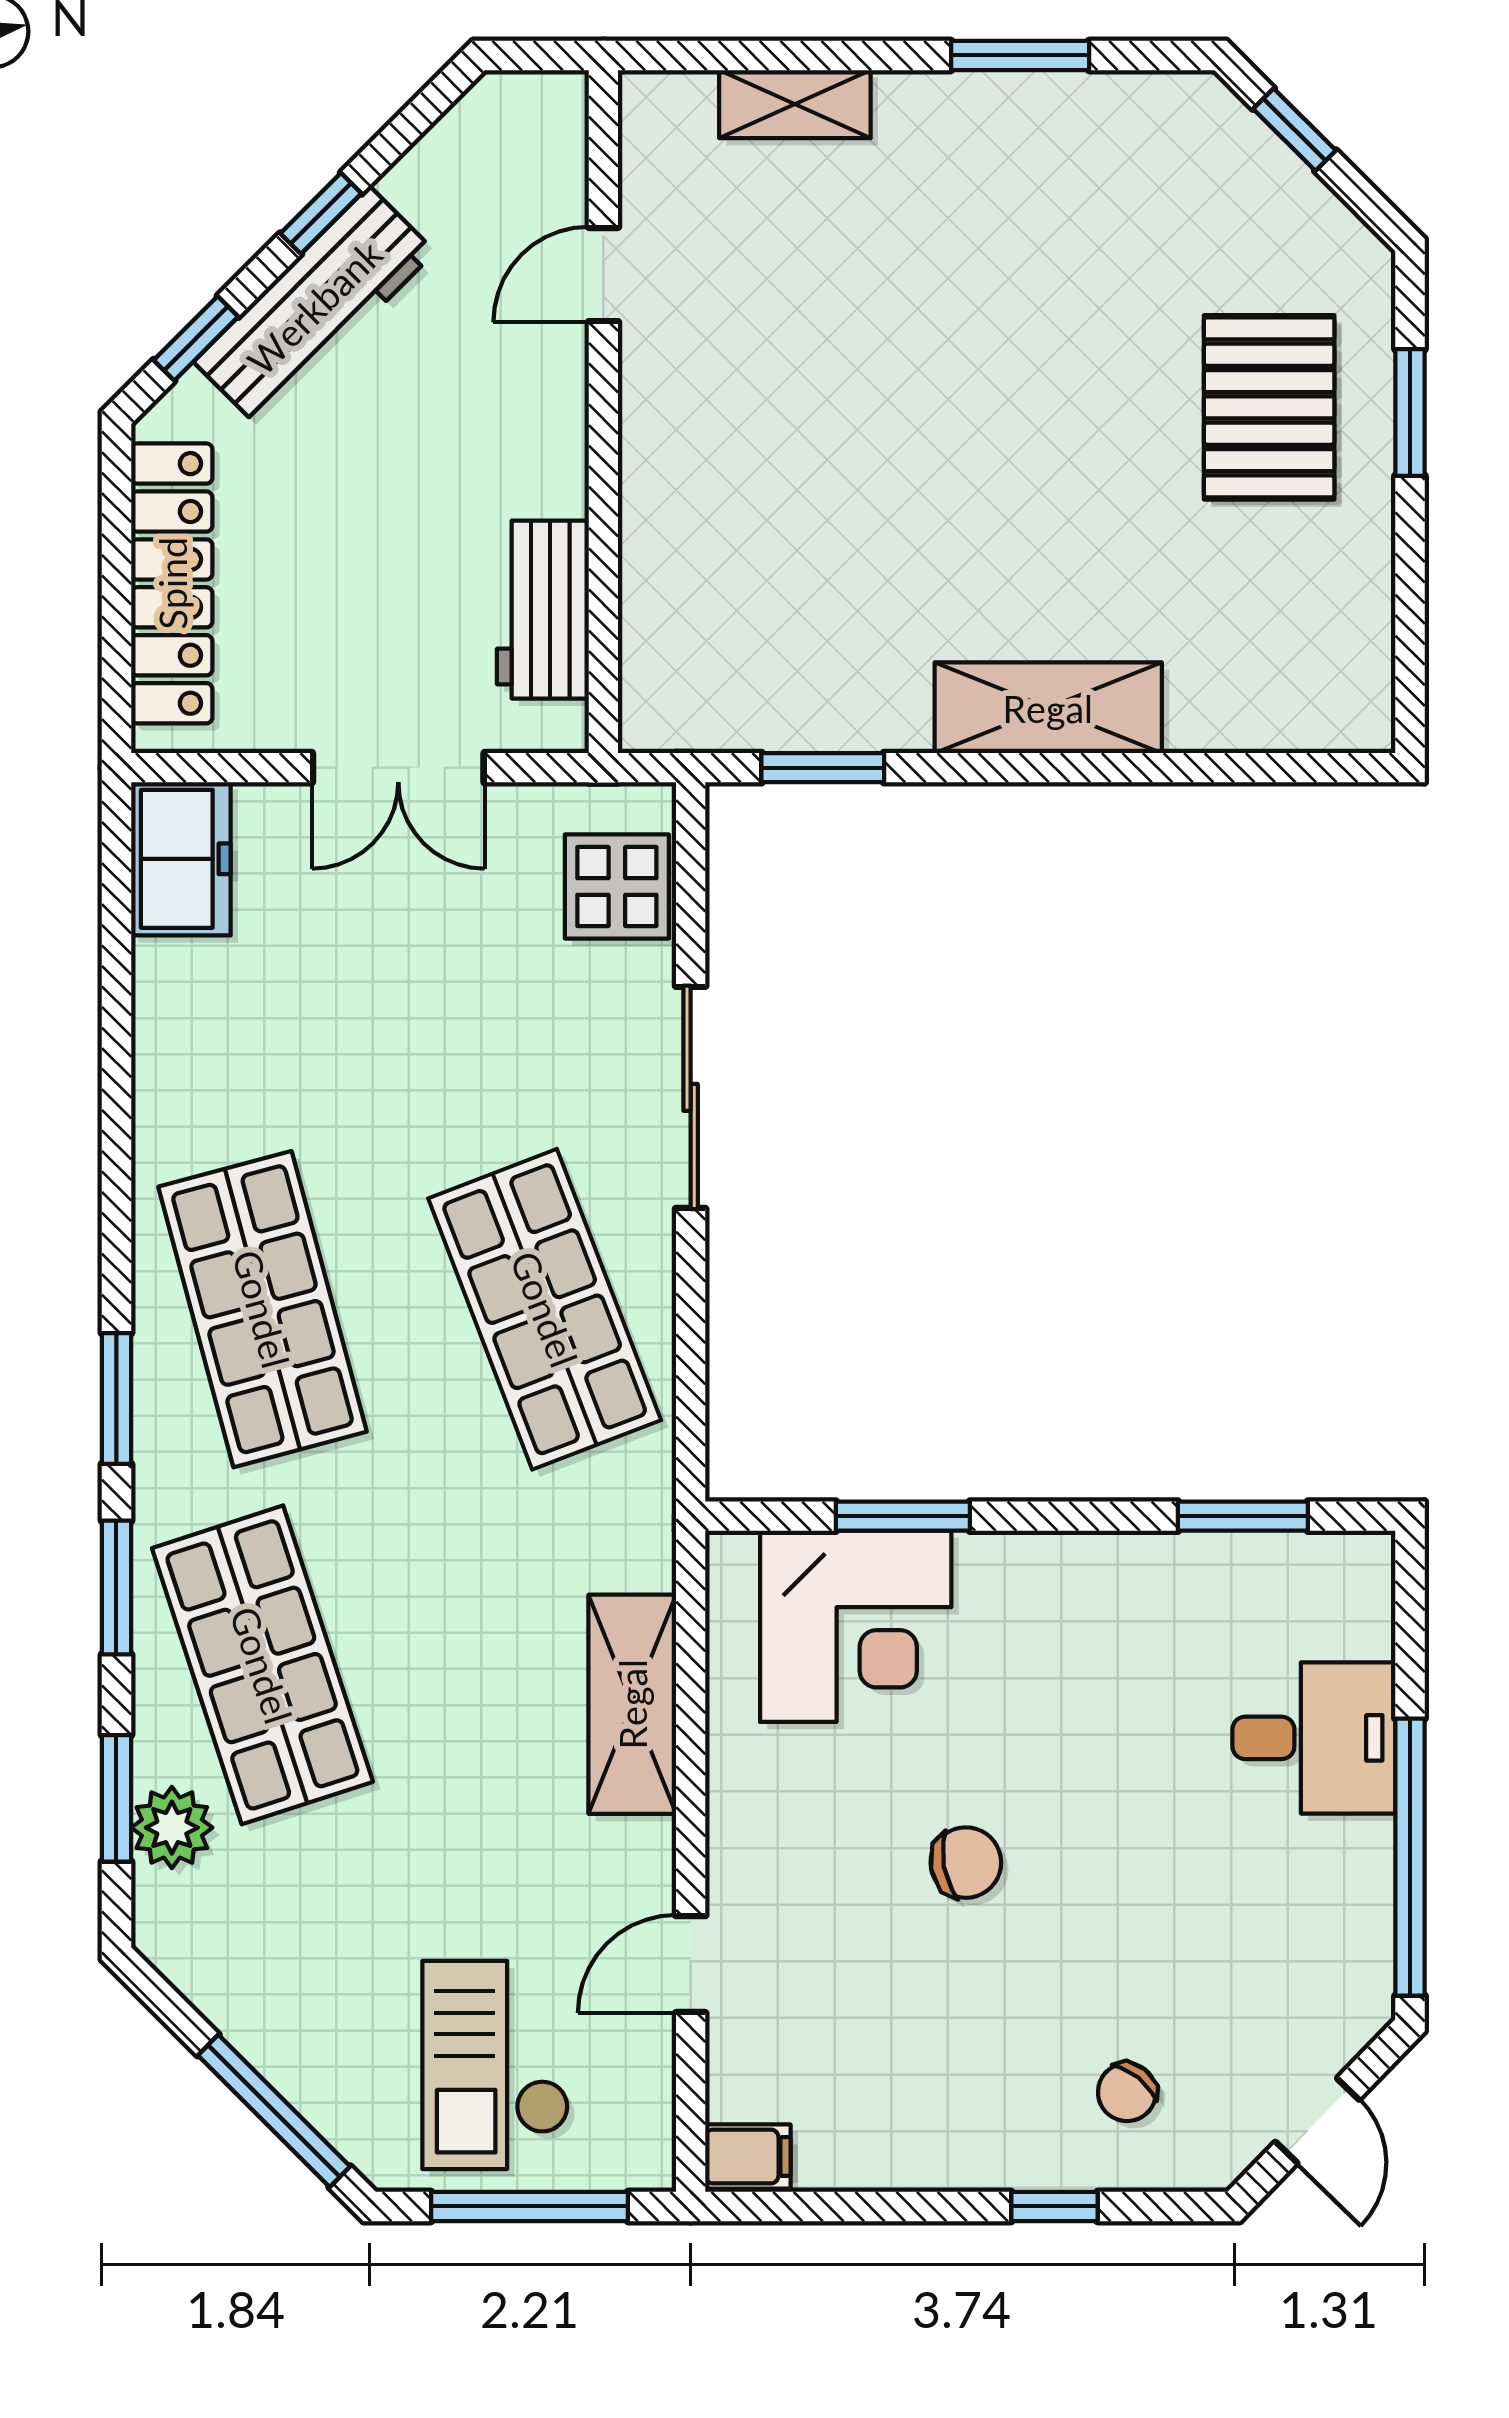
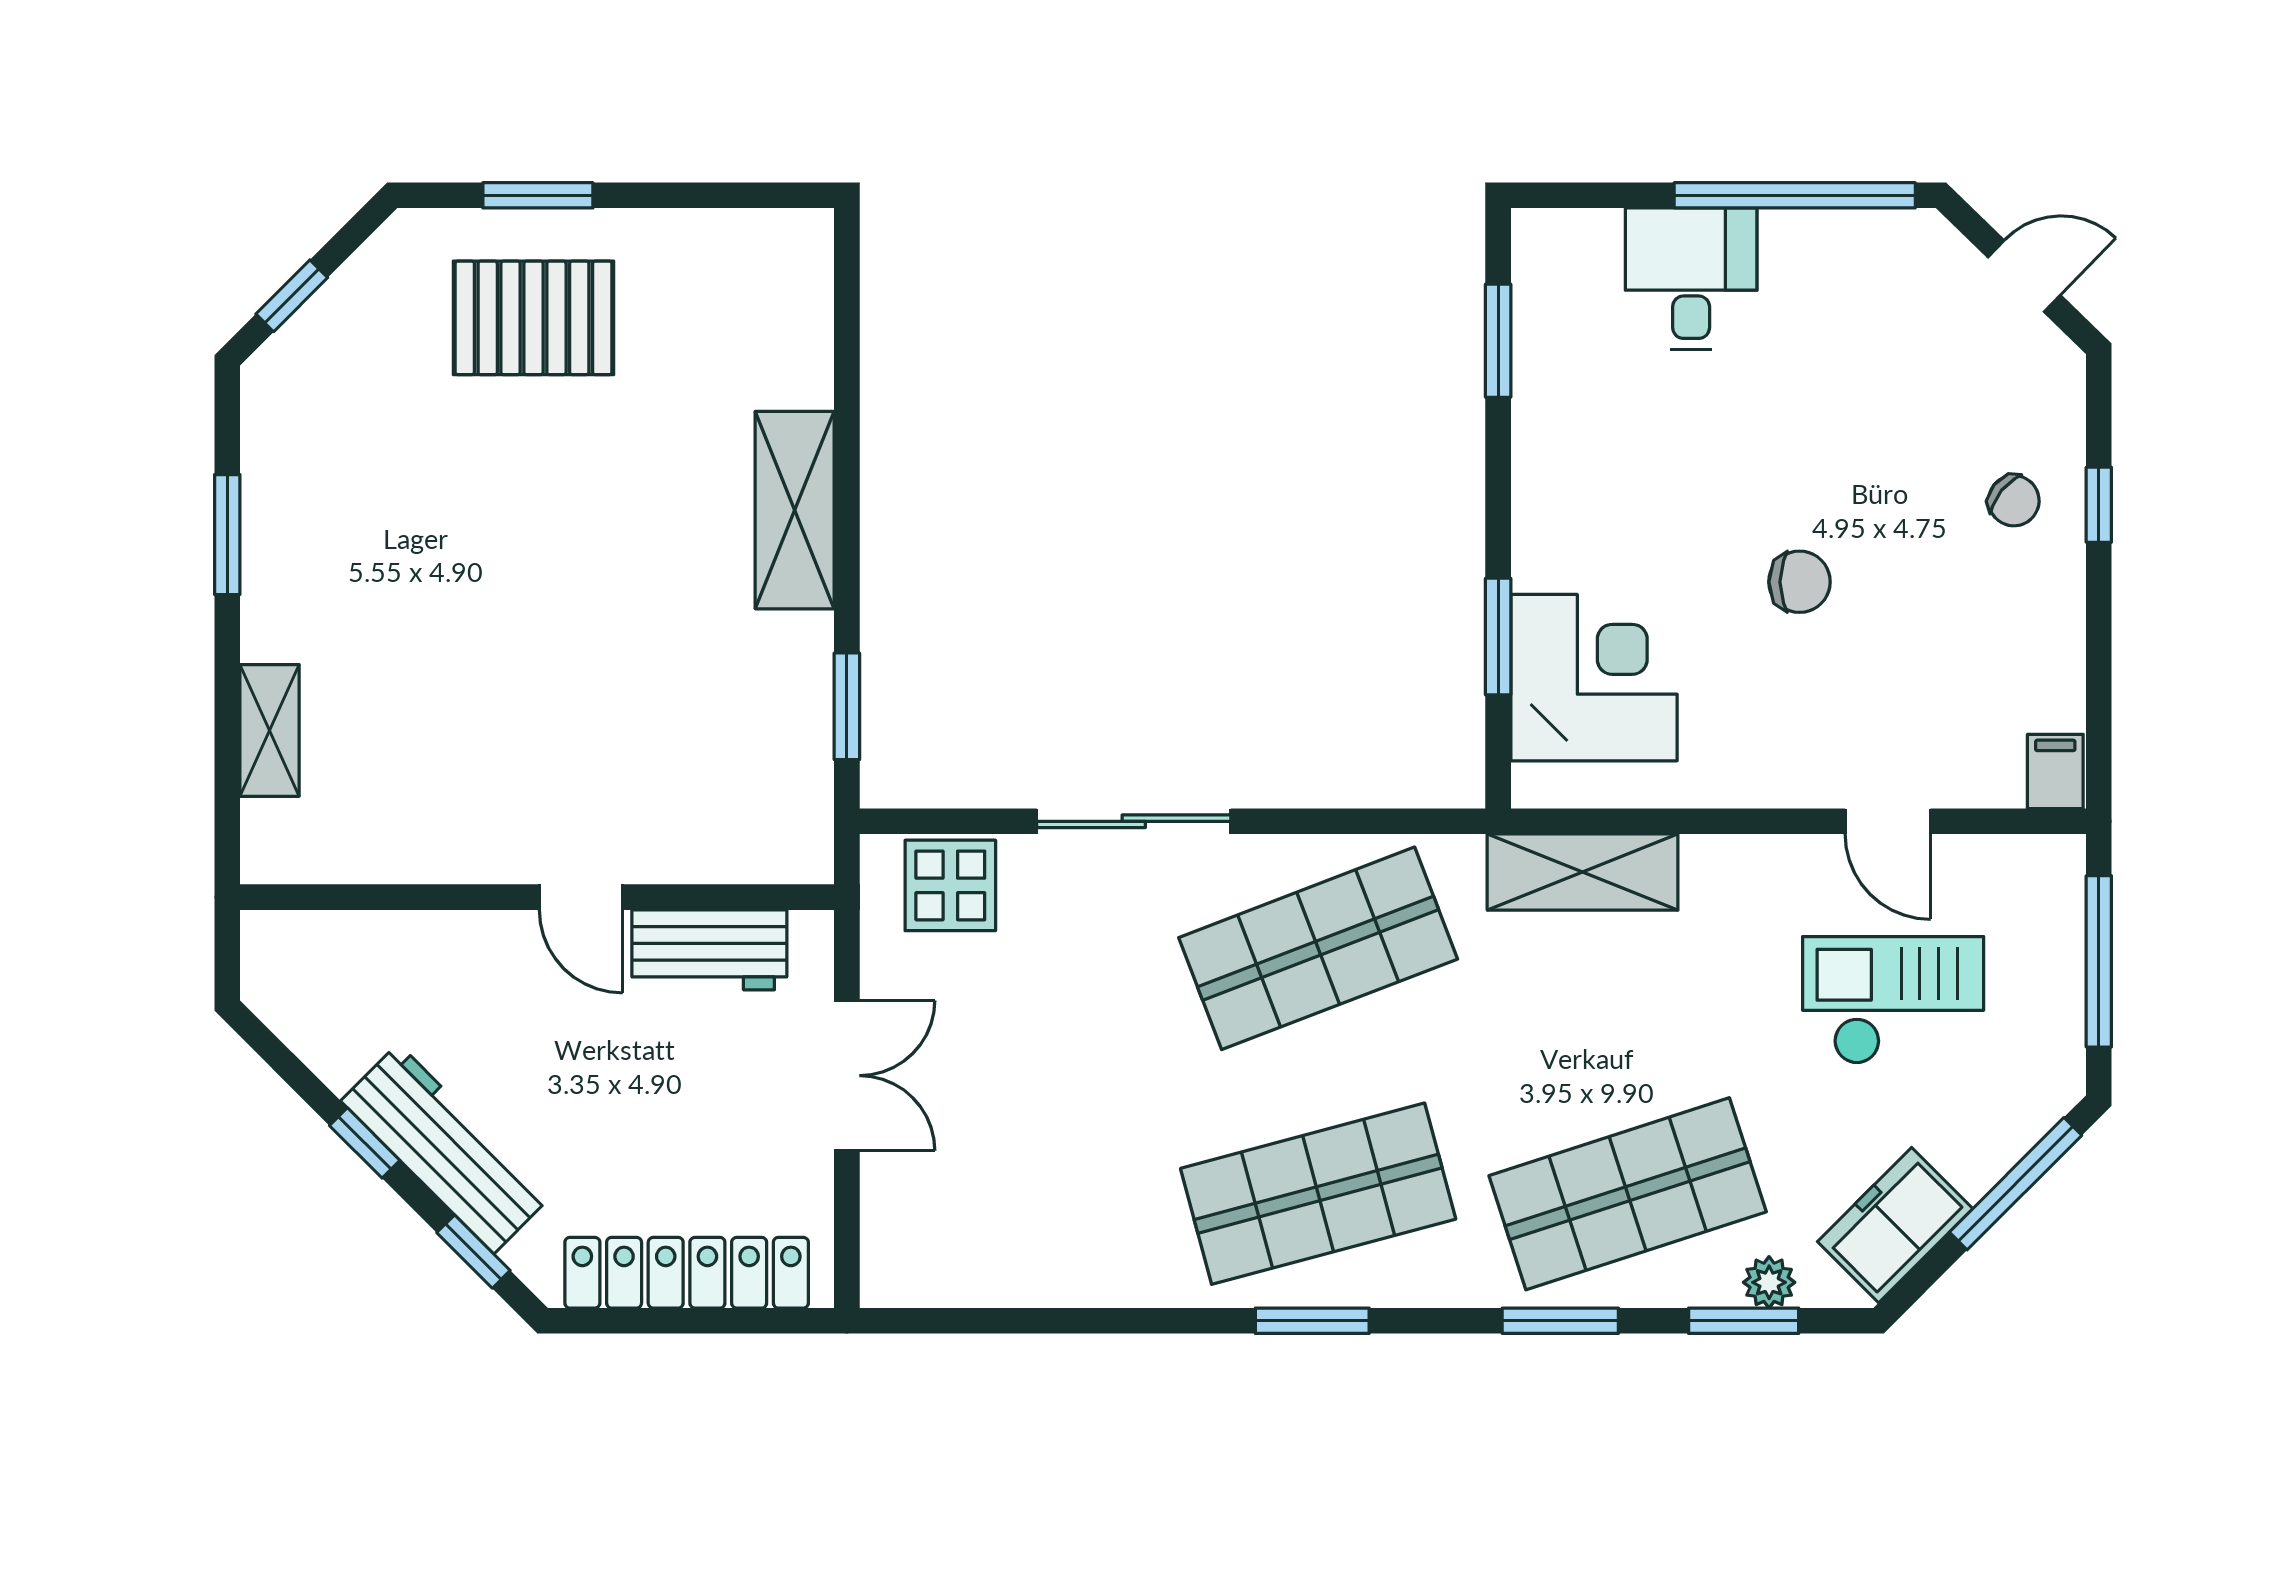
door: (603, 275) -> (581, 897), moved
freezer: (181, 859) -> (1895, 1225), moved, turned -45
window: (116, 1399) -> (1312, 1321), moved
shelving: (632, 1704) -> (1583, 872), moved
plant: (172, 1828) -> (1769, 1282), width x0.73, depth x0.73
chair: (966, 1863) -> (1800, 582), turned 100
checkout: (495, 2065) -> (1893, 1000), moved, turned 180
chair: (1127, 2092) -> (2014, 501), moved

